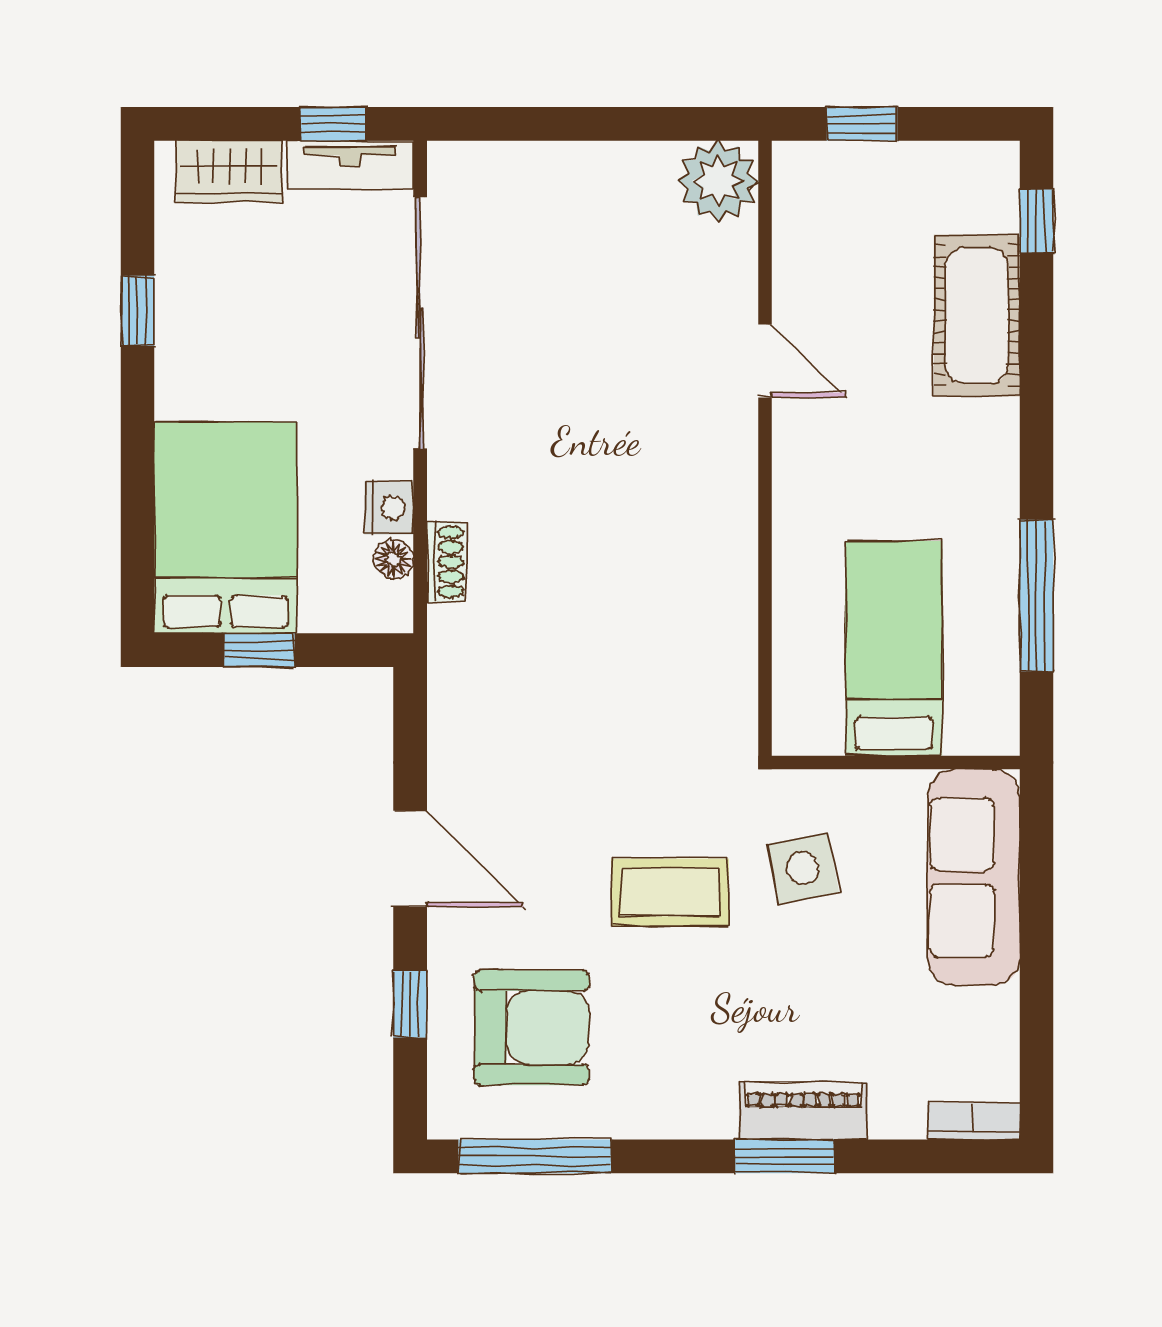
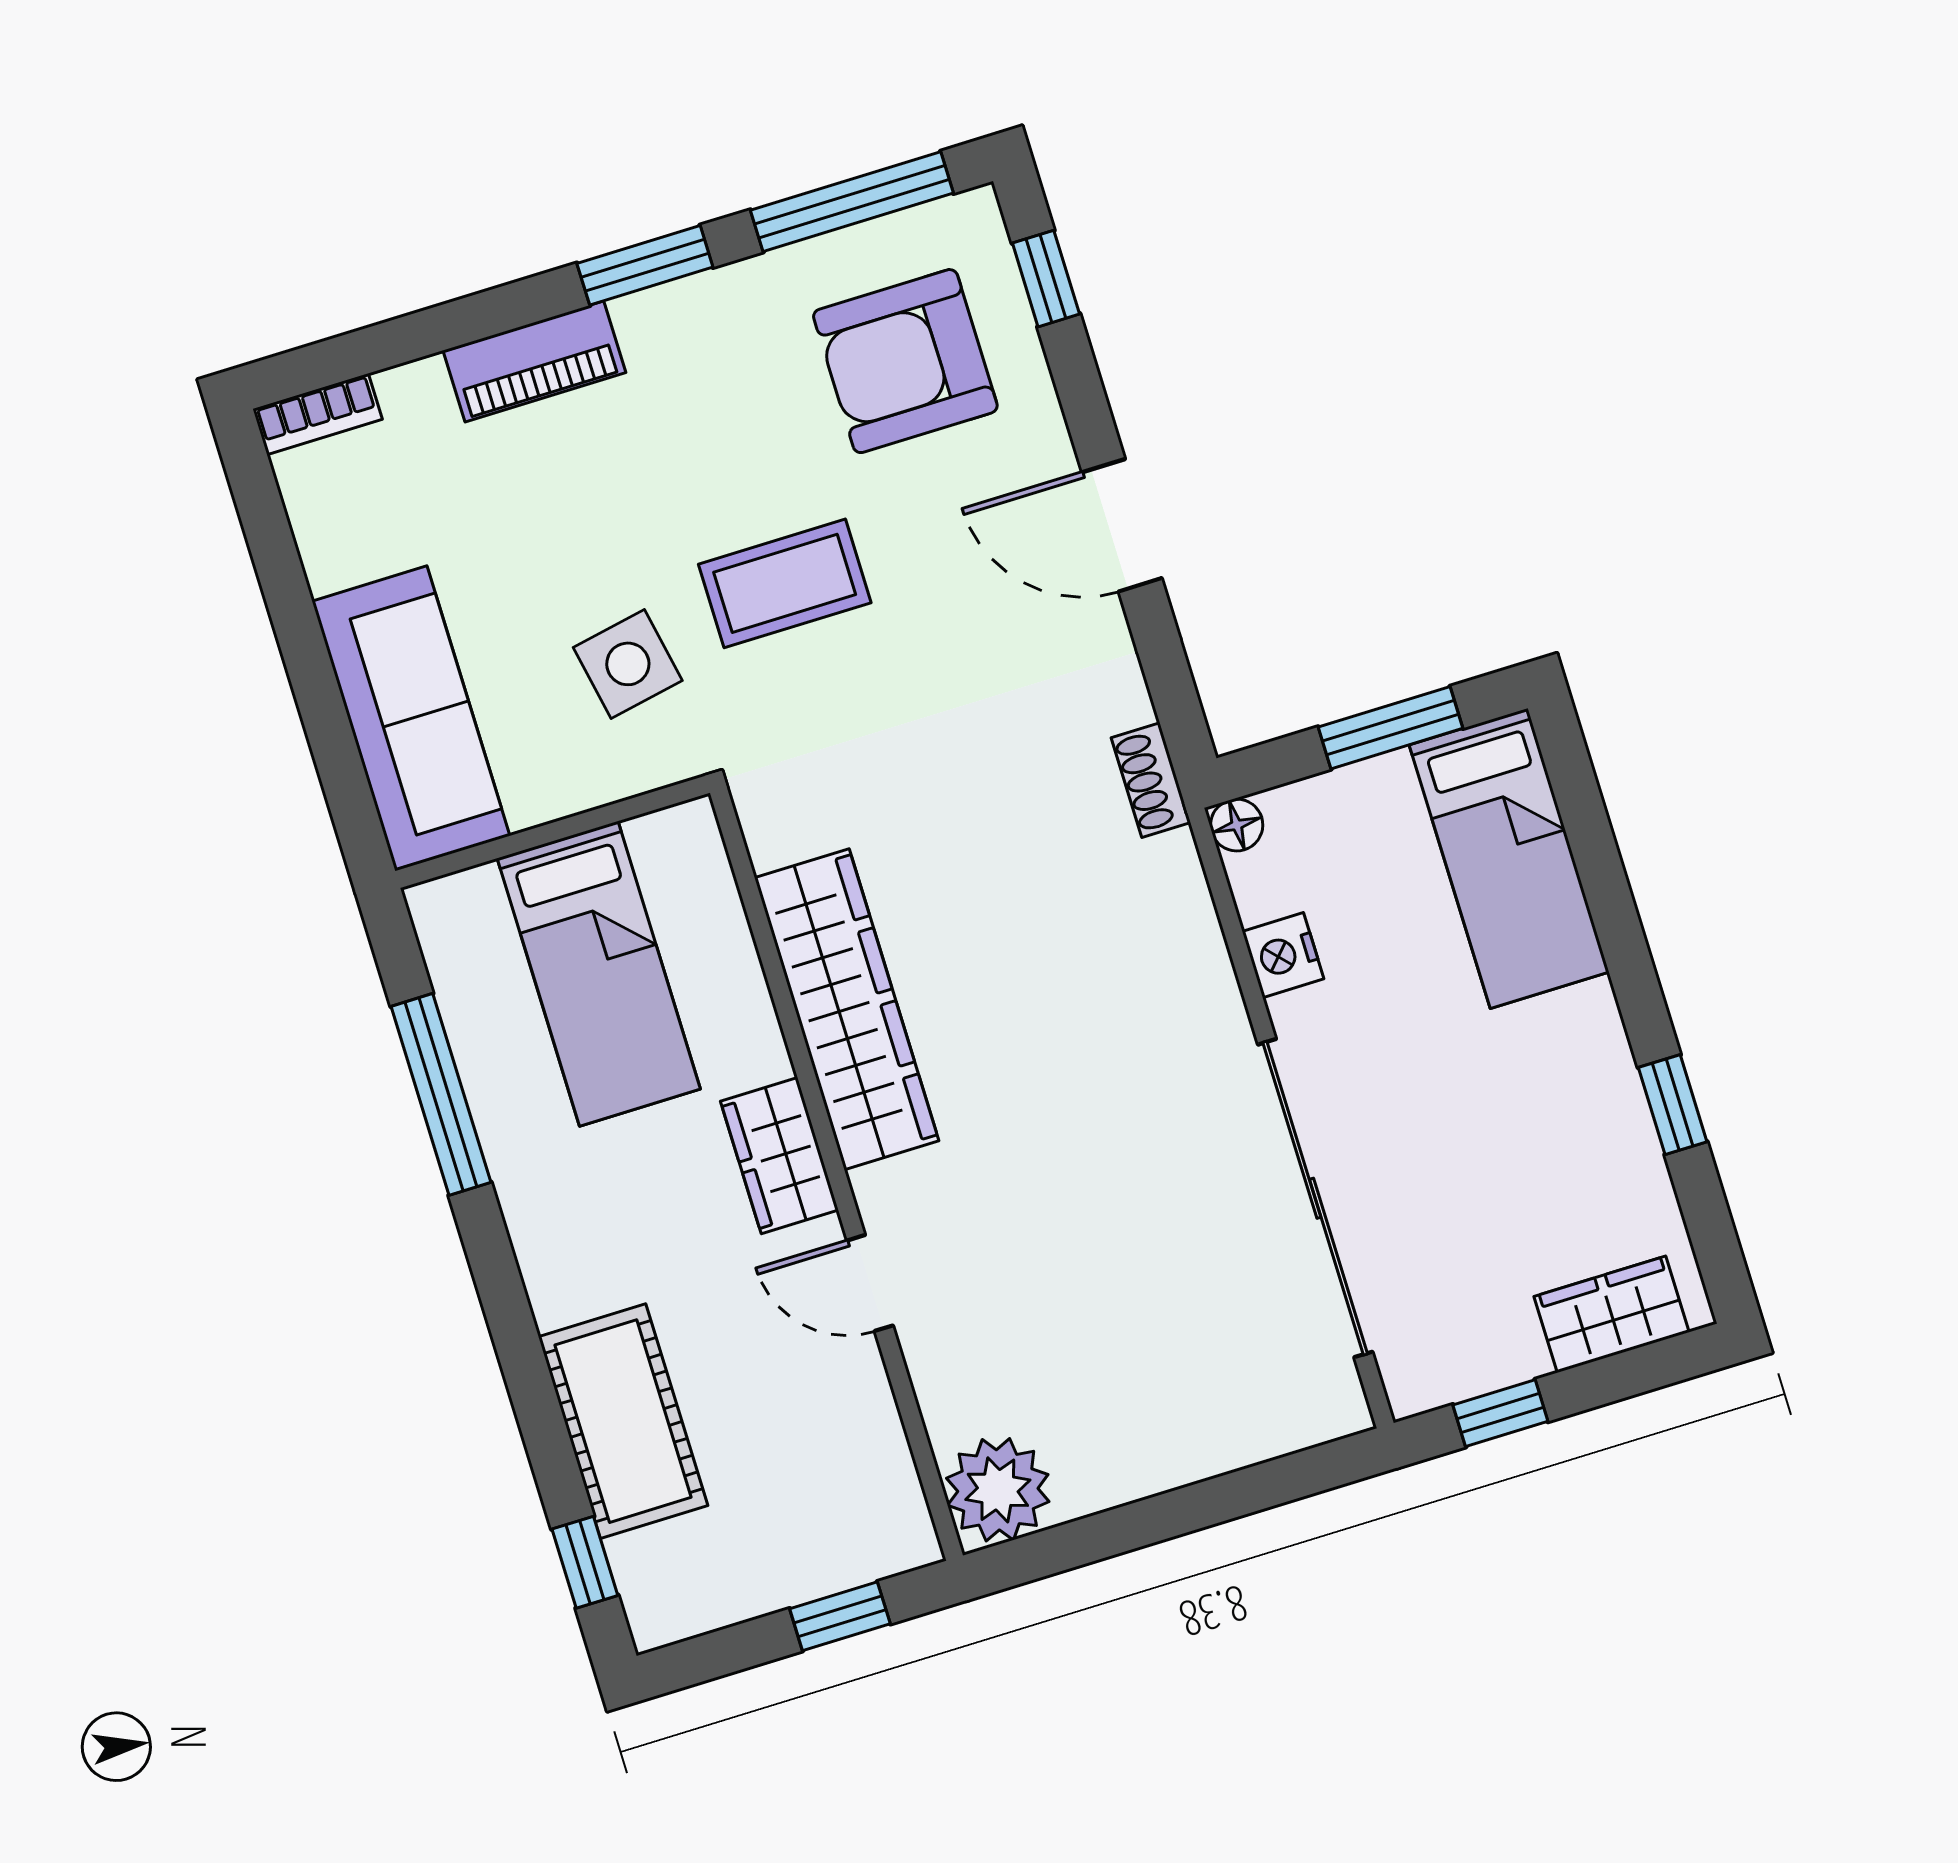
tv unit: (350, 165) -> (1463, 1369), removed
wardrobe: (803, 475) -> (779, 1156), added
bed: (226, 528) -> (1509, 858), width x0.67
floor lamp: (394, 559) -> (1237, 825), moved
shoe rack: (446, 562) -> (1151, 780), moved
wardrobe: (720, 567) -> (847, 1009), added
window: (259, 650) -> (1390, 728), width x1.50
window: (410, 1004) -> (1046, 279), moved
window: (785, 1156) -> (645, 265), moved

